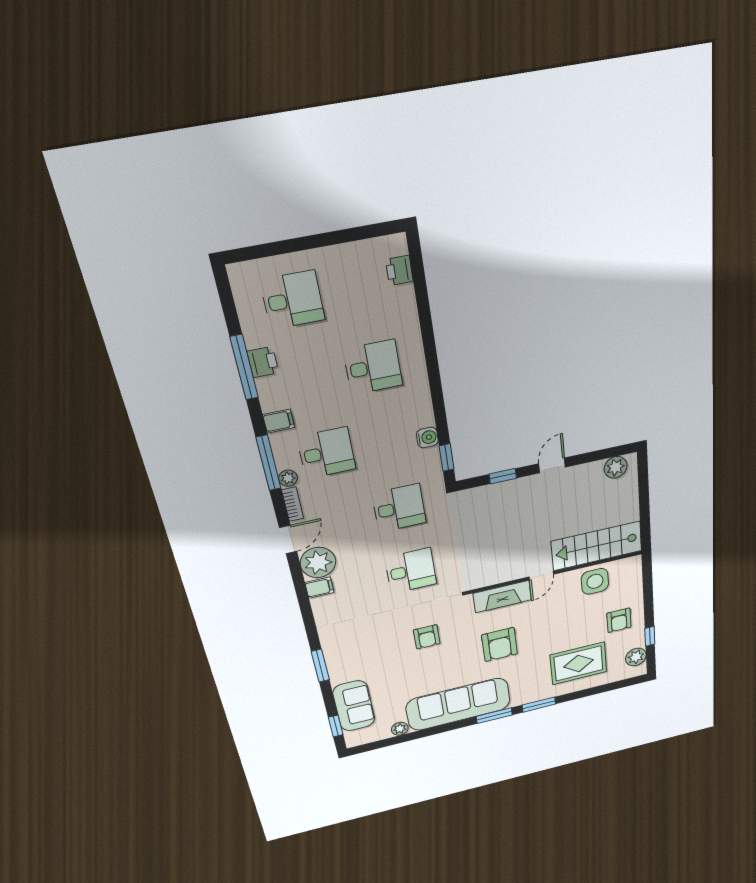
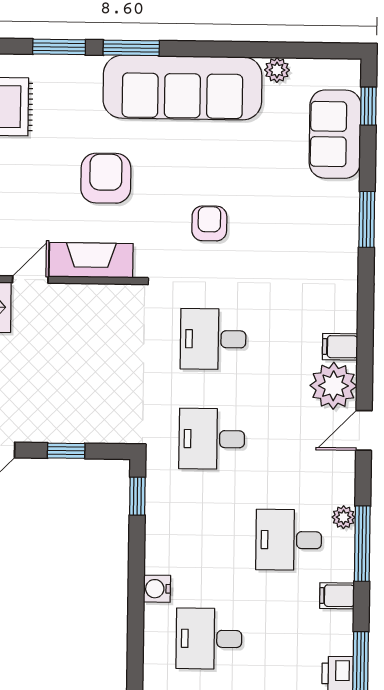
water cooler: (427, 437) -> (157, 589), moved
bookcase: (293, 504) -> (346, 480), removed

